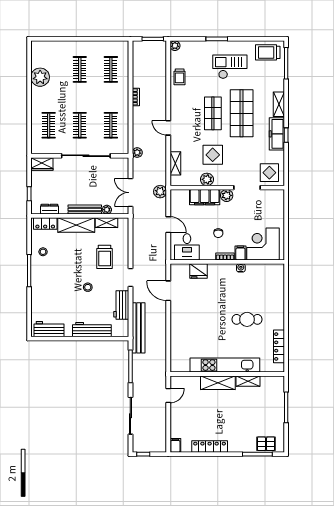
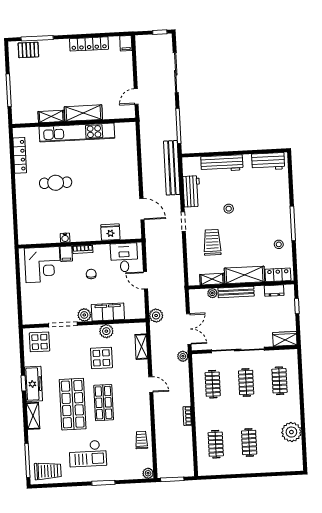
double door: (130, 193) -> (189, 329), moved

